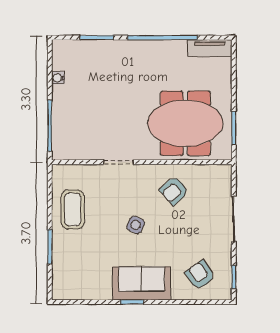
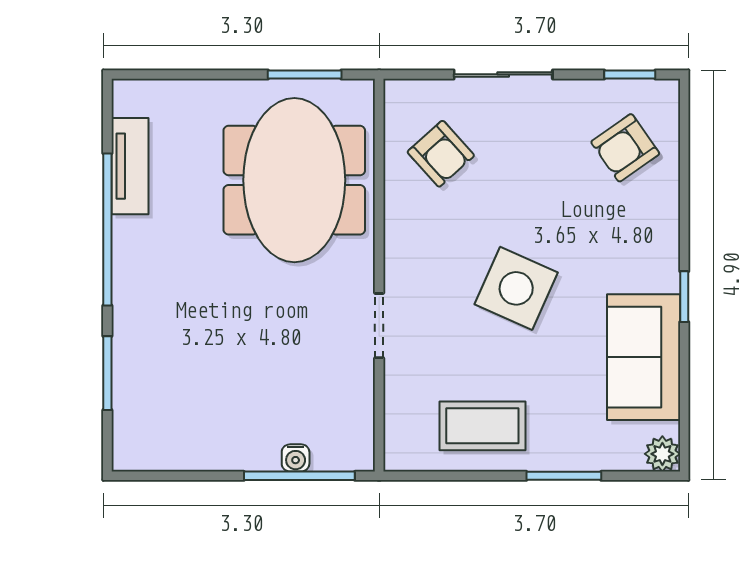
tv unit: (210, 48) -> (130, 166), moved
water cooler: (58, 78) -> (296, 458), moved
armchair: (174, 191) -> (441, 154), moved
side table: (136, 225) -> (516, 288), width x1.87, depth x1.87
sofa: (142, 283) -> (644, 357), moved
plant: (60, 292) -> (662, 454), added

